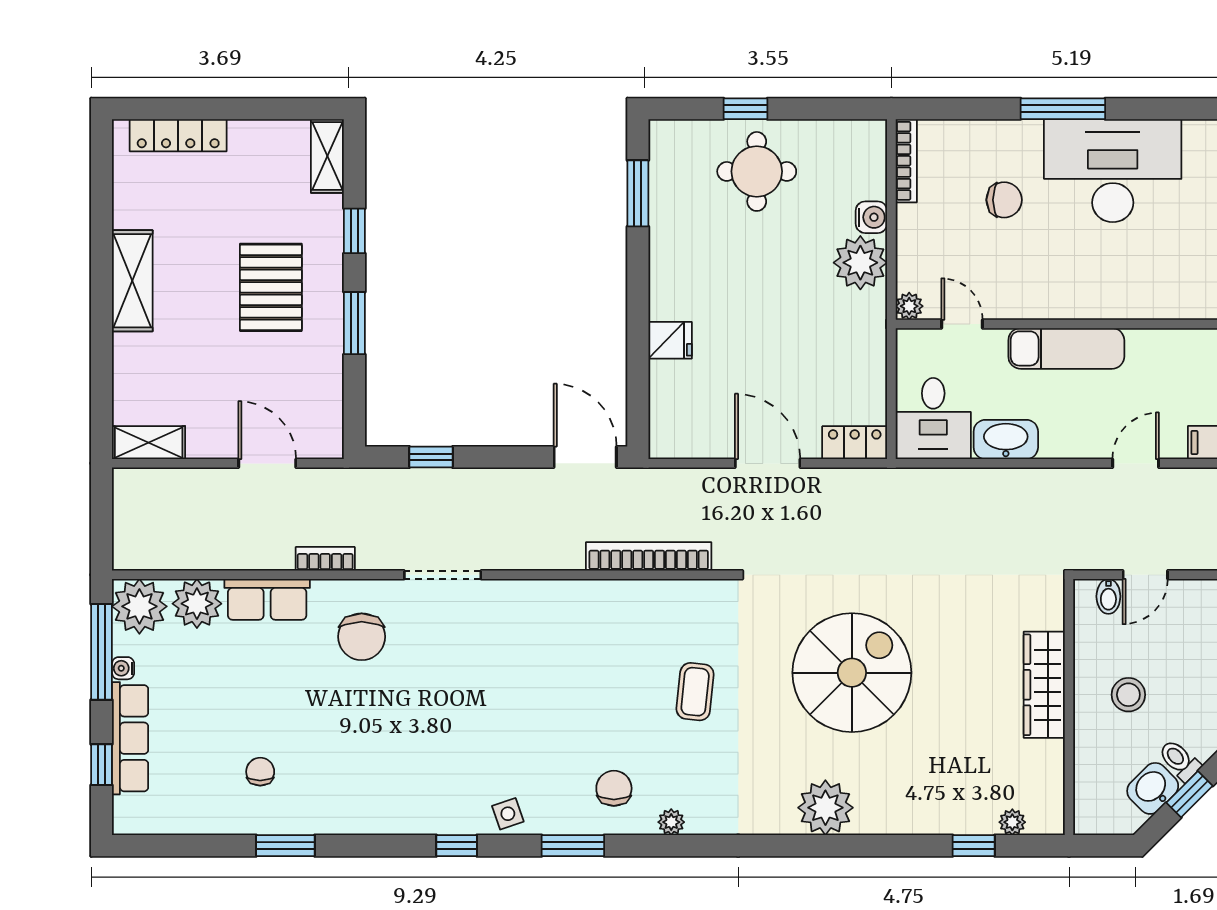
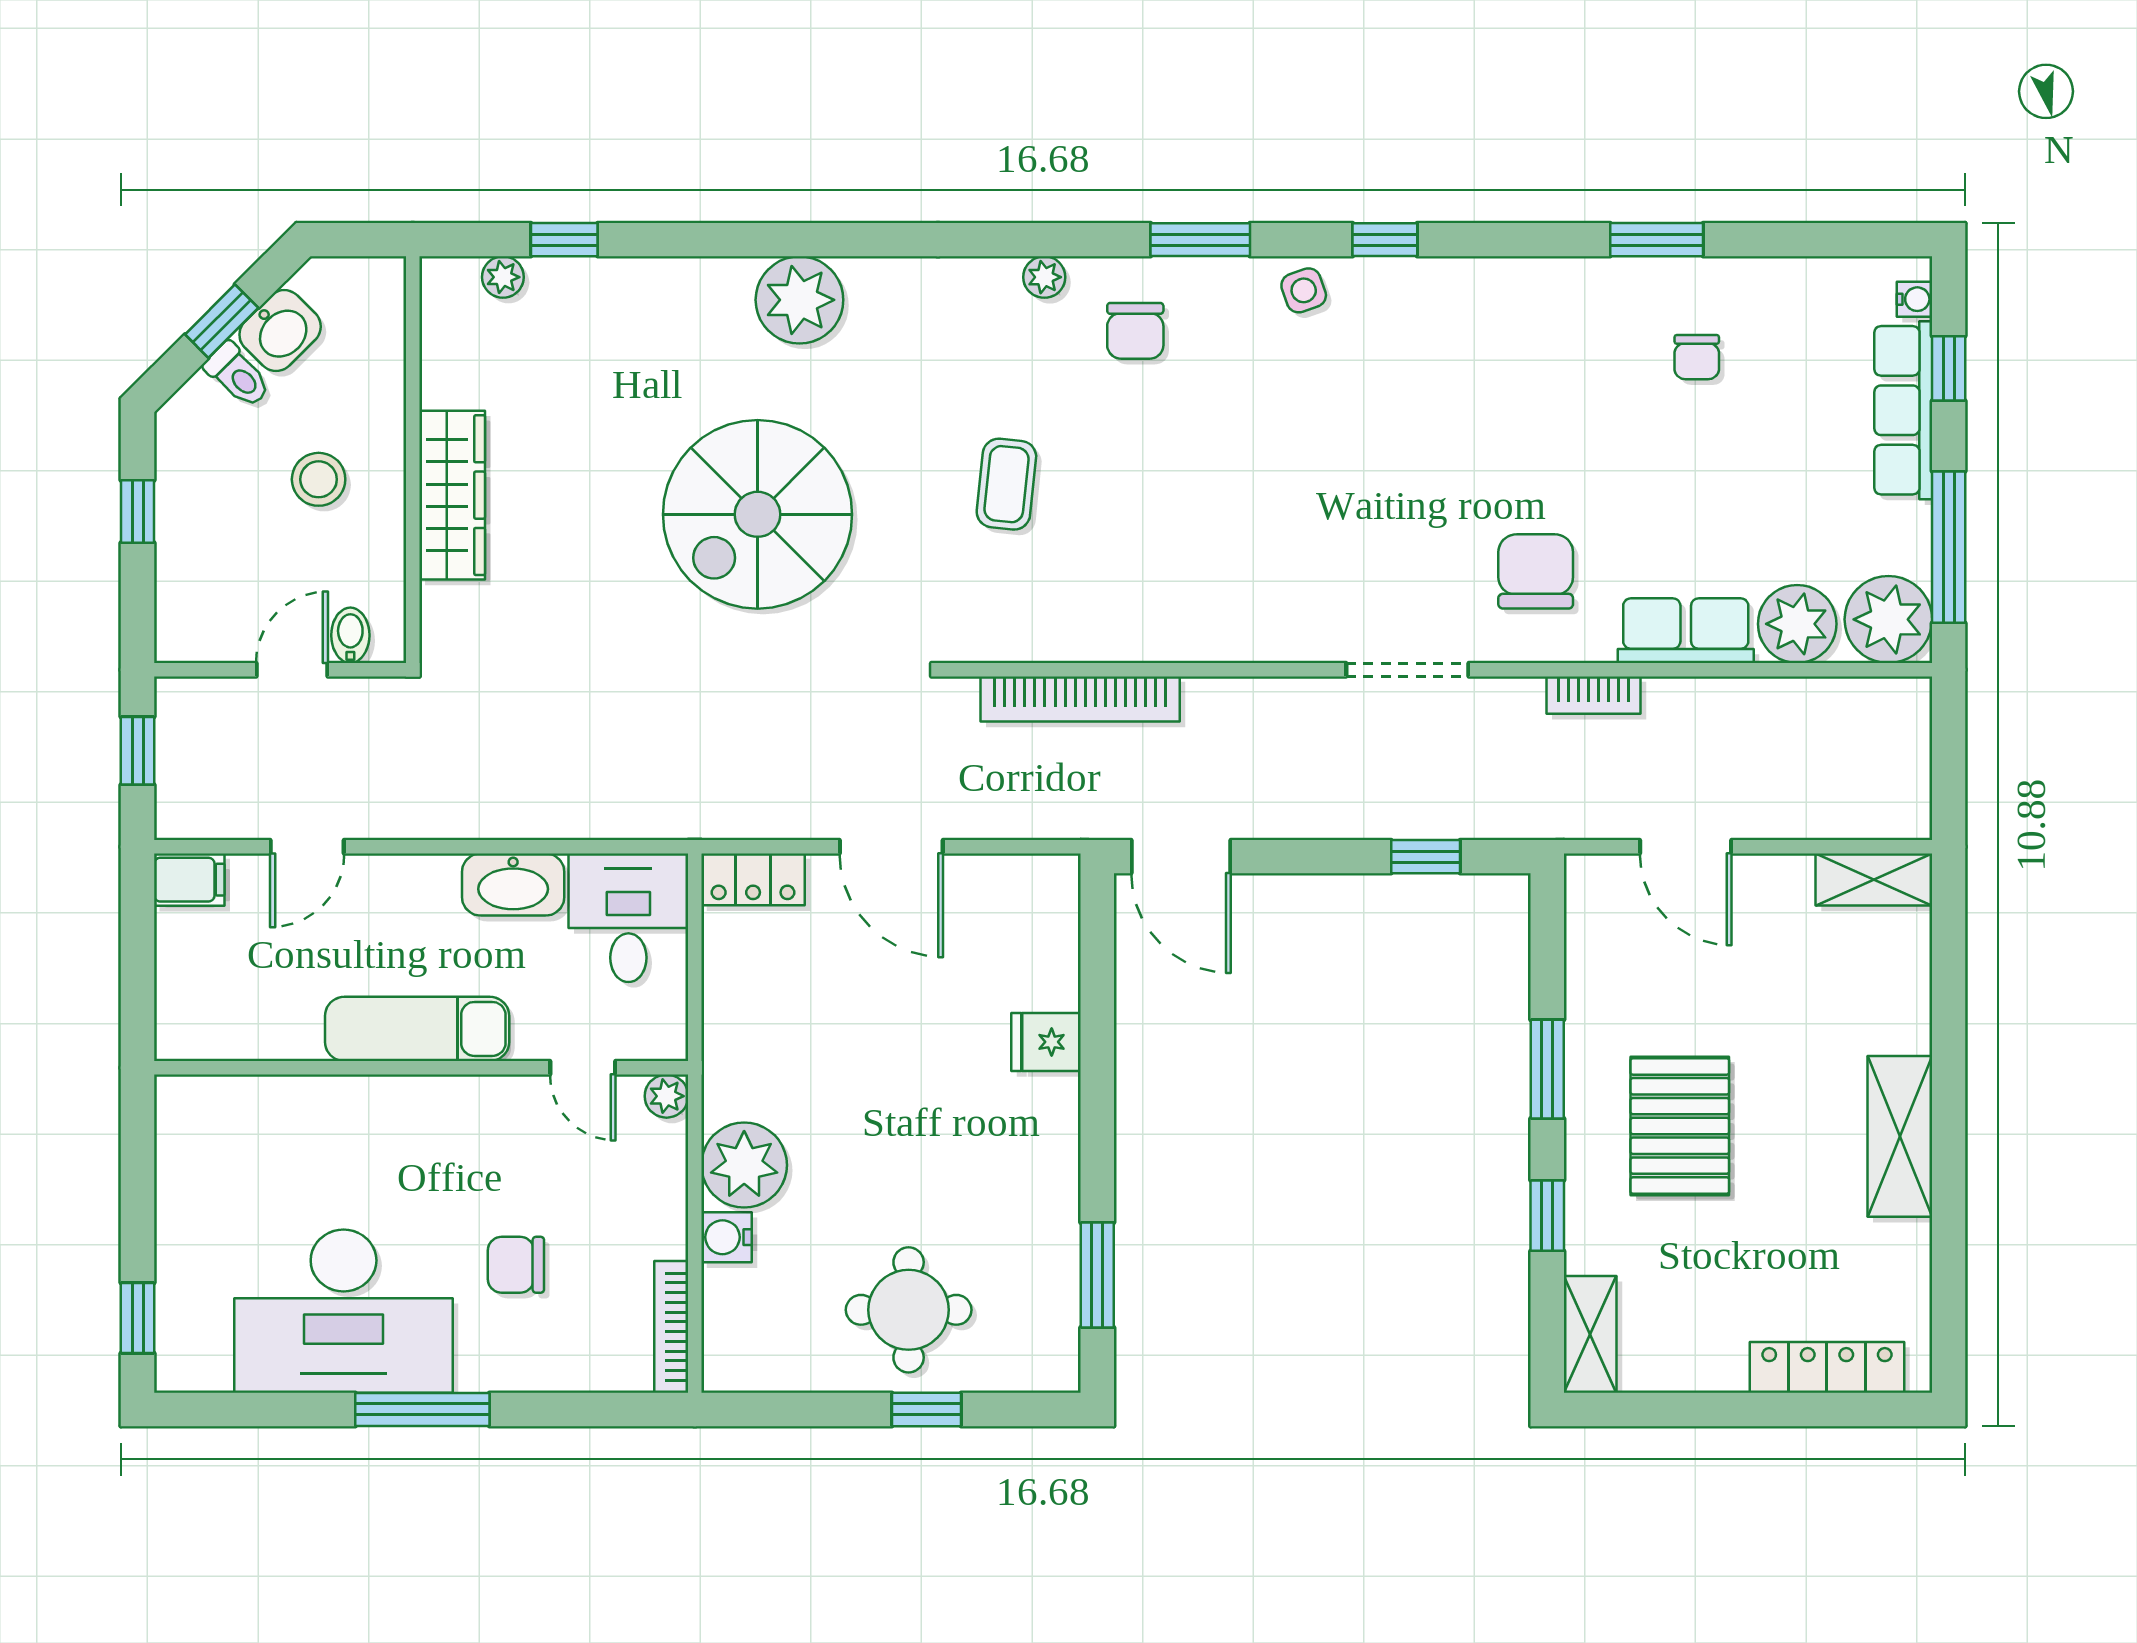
water cooler: (123, 668) -> (1914, 299), moved

